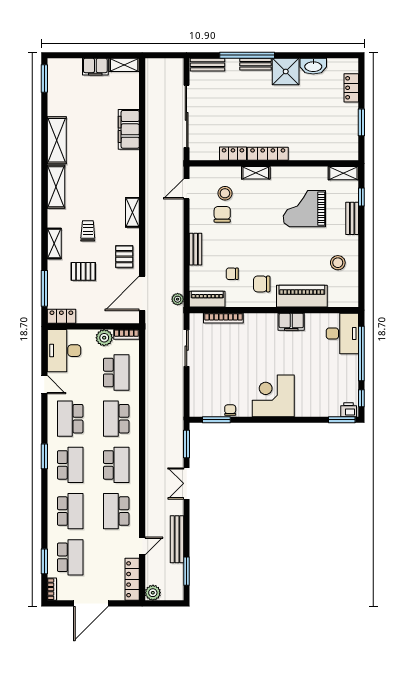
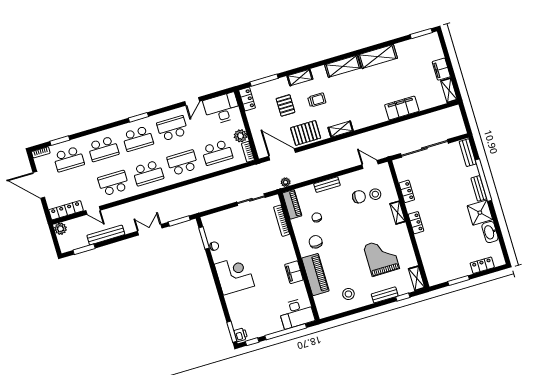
locker: (268, 154) -> (416, 223), width x0.66
pallet: (124, 257) -> (306, 133), width x1.50, depth x1.42

